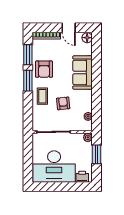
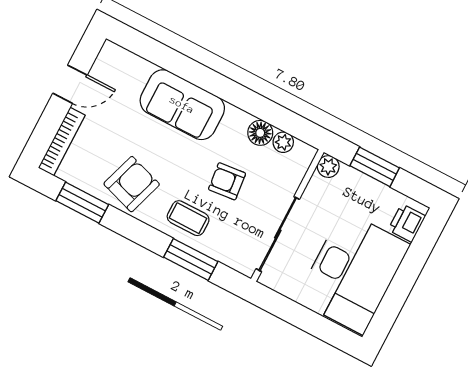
floor lamp: (87, 38) -> (260, 133), moved
armchair: (44, 69) -> (132, 184), turned -72
window: (28, 81) -> (191, 259), moved

